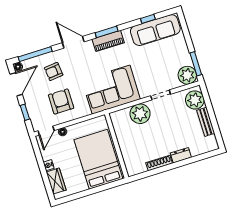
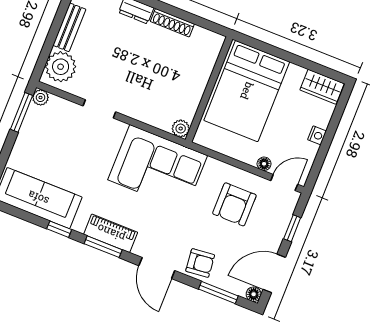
window: (148, 19) -> (59, 229), moved
window: (35, 54) -> (218, 293), width x0.69
armchair: (54, 71) -> (200, 263), moved
plant: (187, 75) -> (41, 97), width x0.53, depth x0.53
plant: (140, 114) -> (181, 129), moved, width x0.53, depth x0.53
wardrobe: (56, 181) -> (322, 87), moved, turned -90

